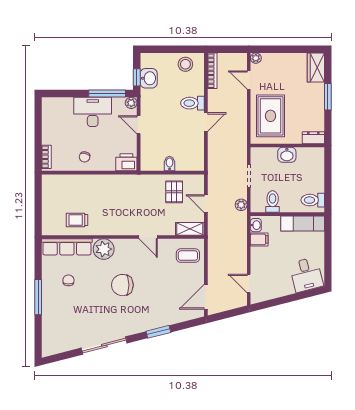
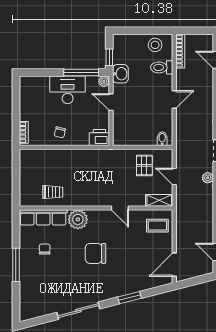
washbasin: (149, 78) -> (120, 74), moved
toilet: (192, 103) -> (162, 67), moved
bidet: (170, 164) -> (162, 139), moved
trolley: (77, 220) -> (53, 192), turned 180

